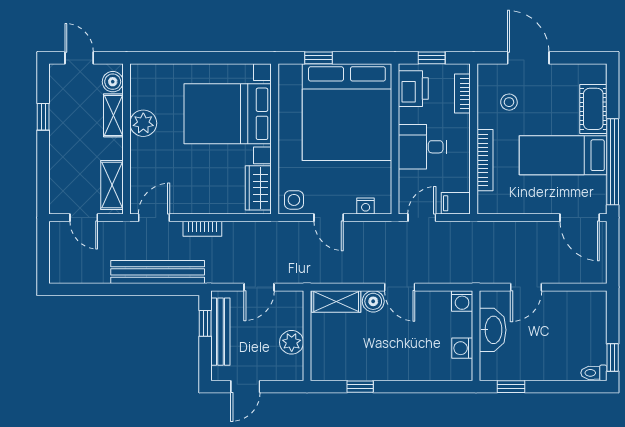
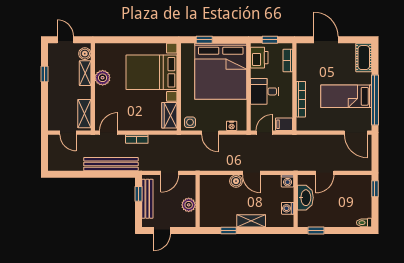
stool: (509, 102) -> (315, 65), removed
cot: (593, 109) -> (364, 58), moved
shelving: (336, 302) -> (251, 221), moved
window: (613, 358) -> (375, 189), moved

